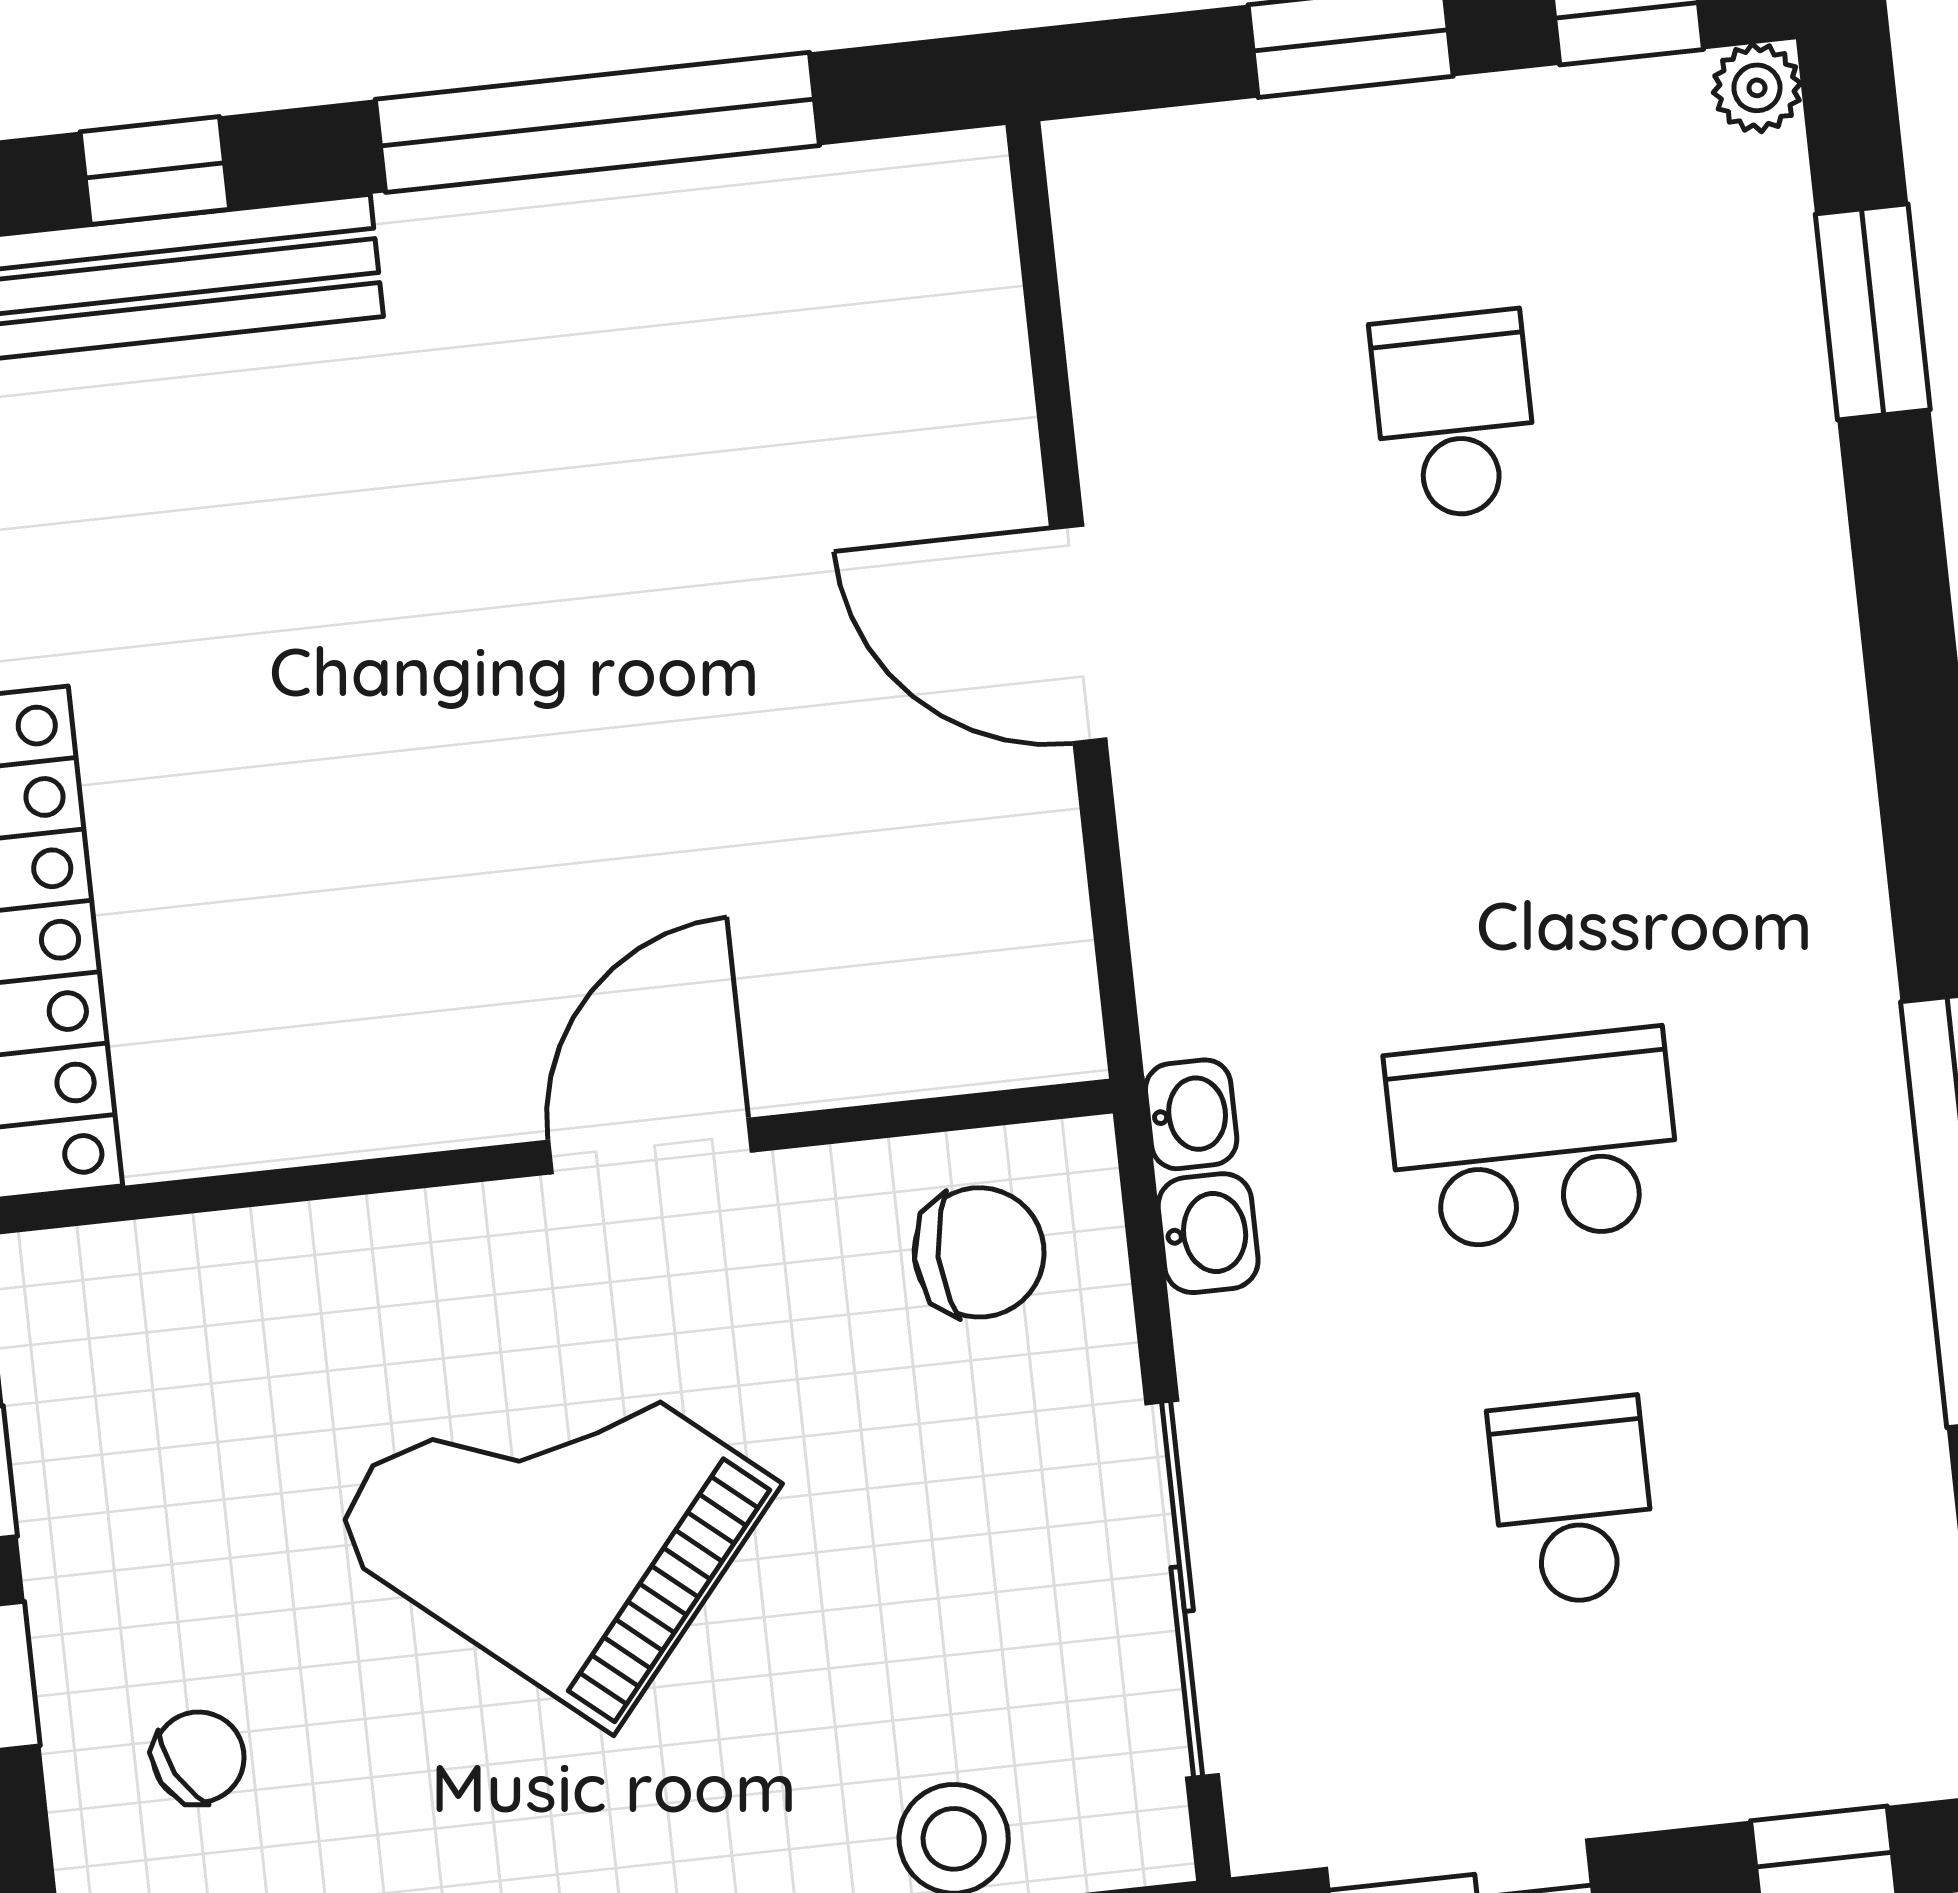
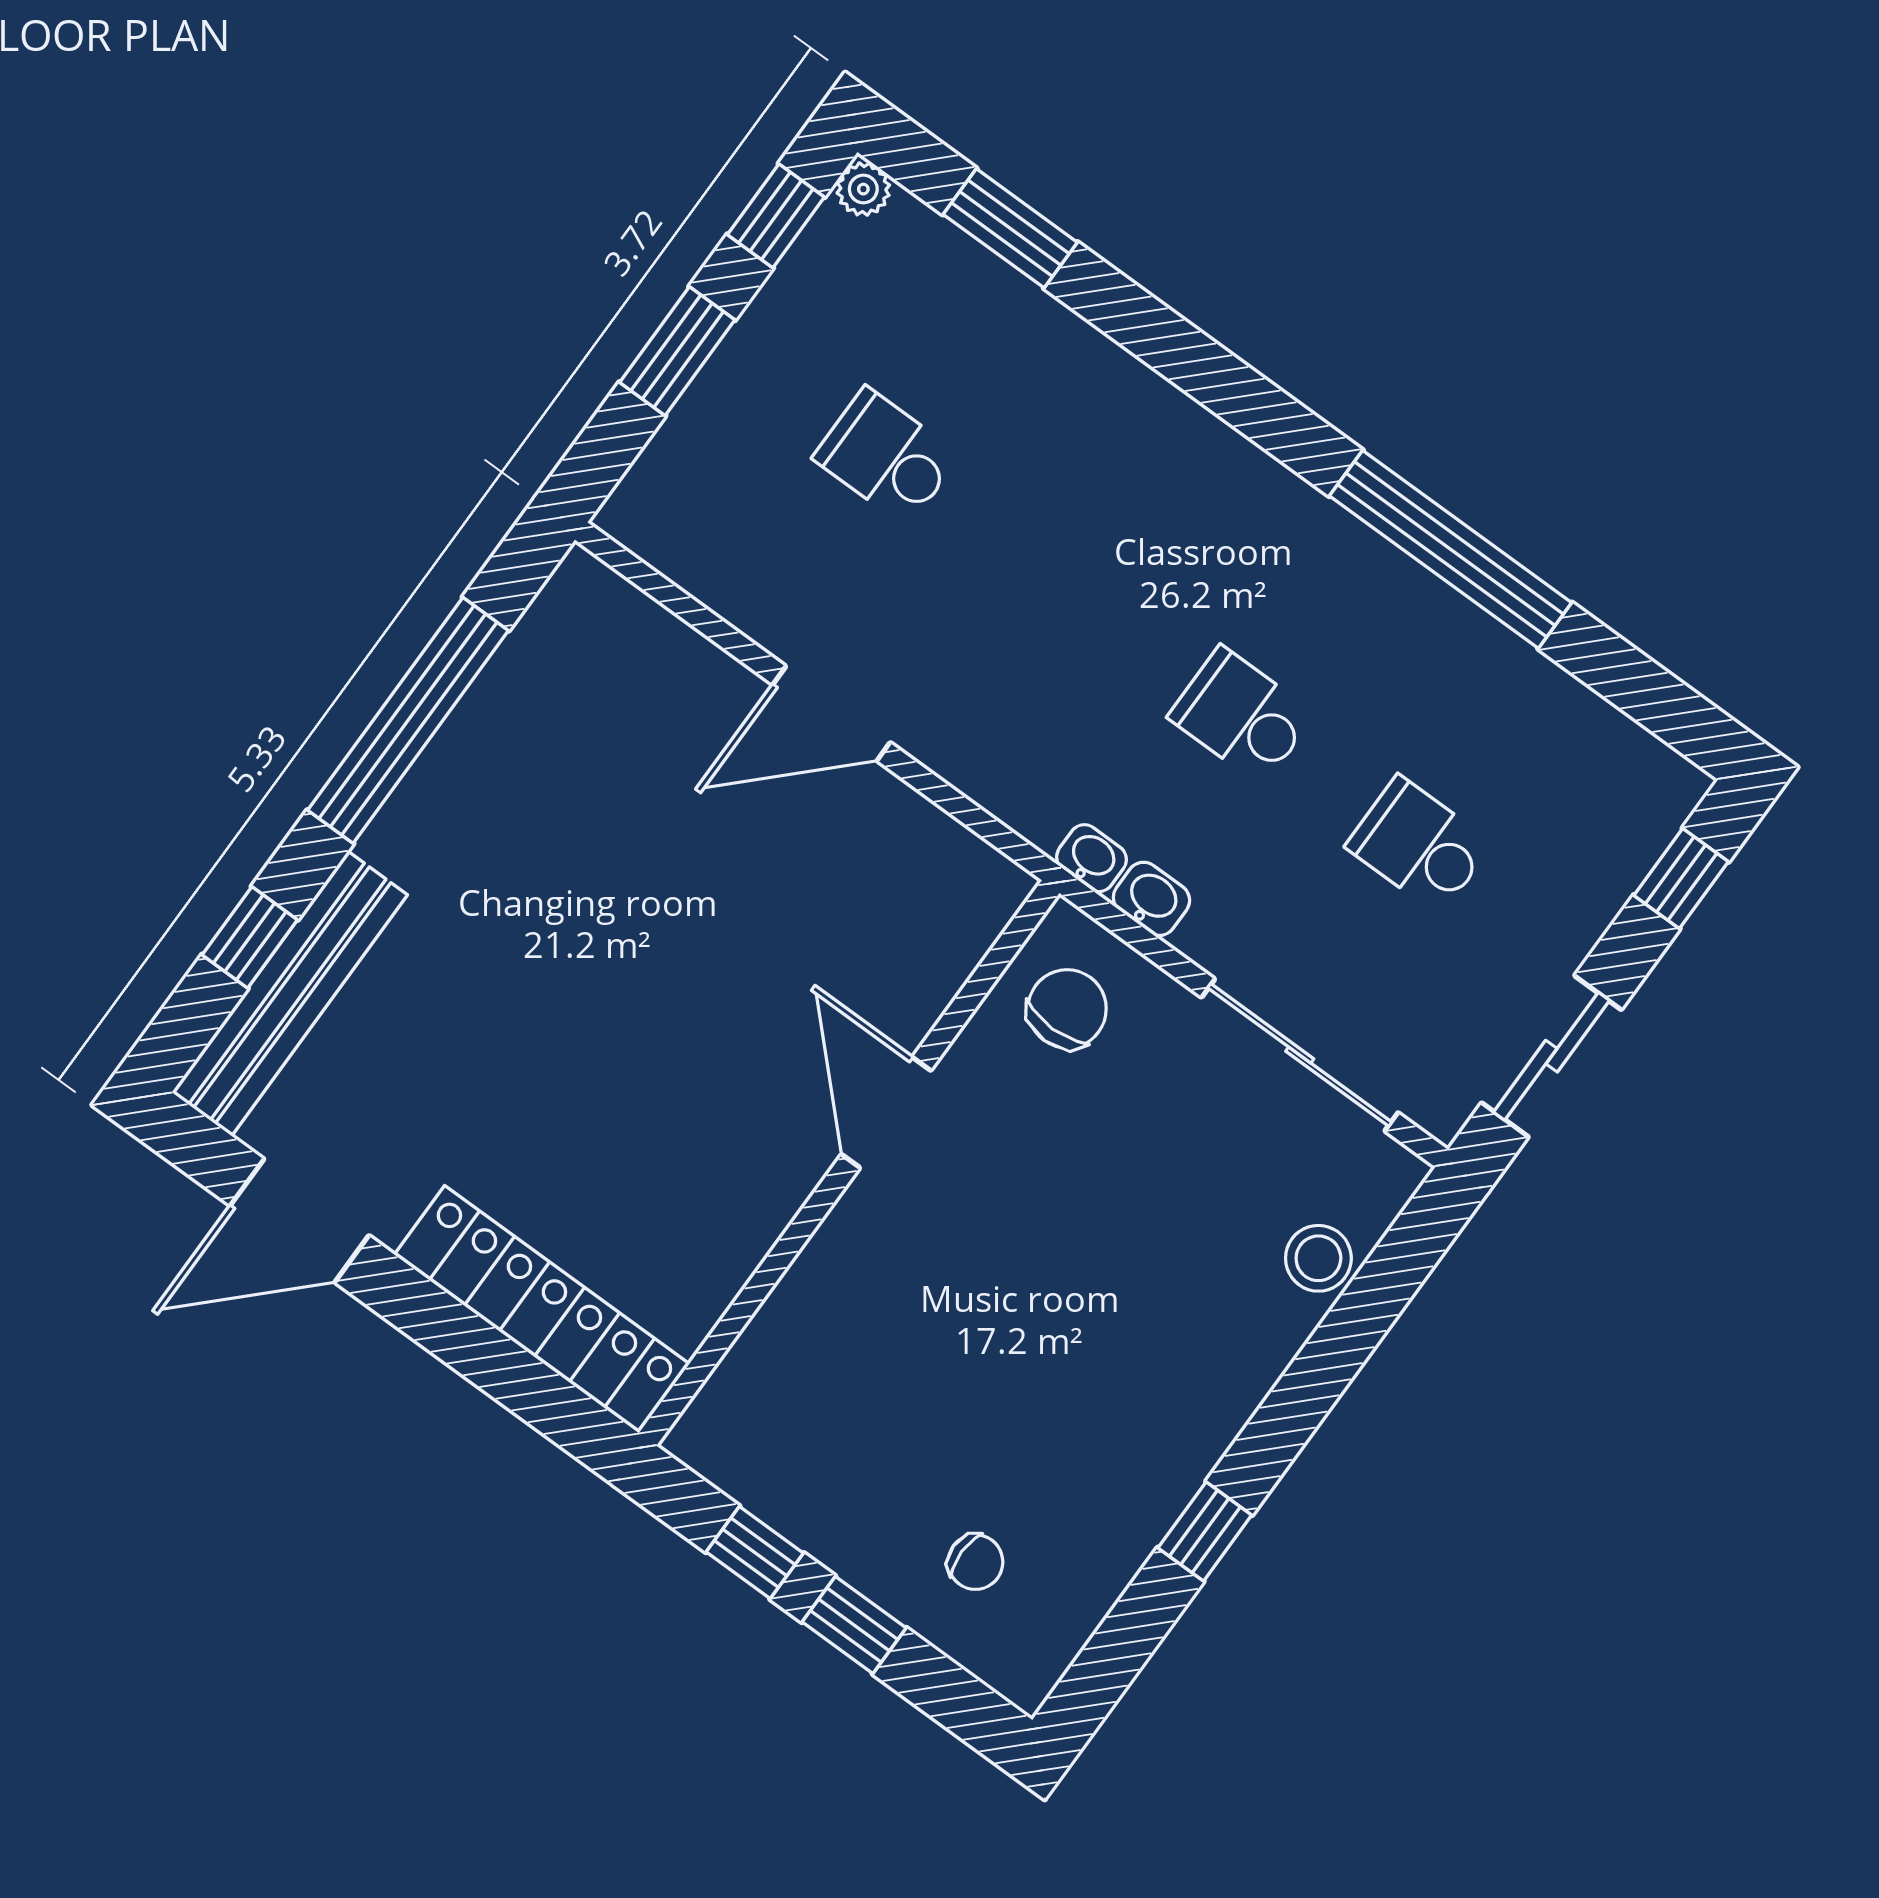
school desk: (1533, 1139) -> (1242, 716), width x0.54
grand piano: (553, 1512) -> (1010, 1305), removed
chair: (199, 1757) -> (975, 1562), turned 118

